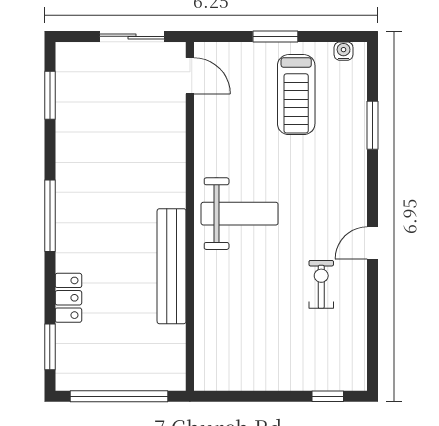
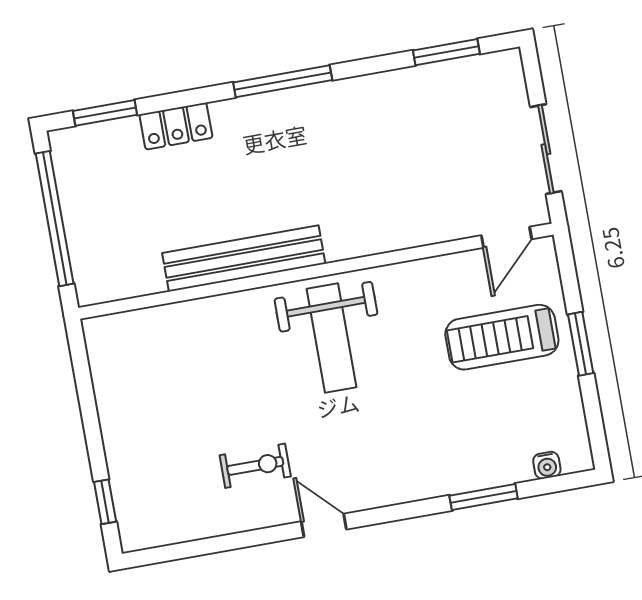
water cooler: (344, 51) -> (547, 465), moved, turned 90
treadmill: (296, 95) -> (502, 337), moved

